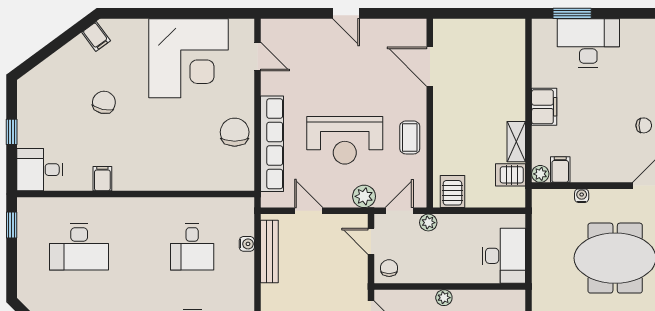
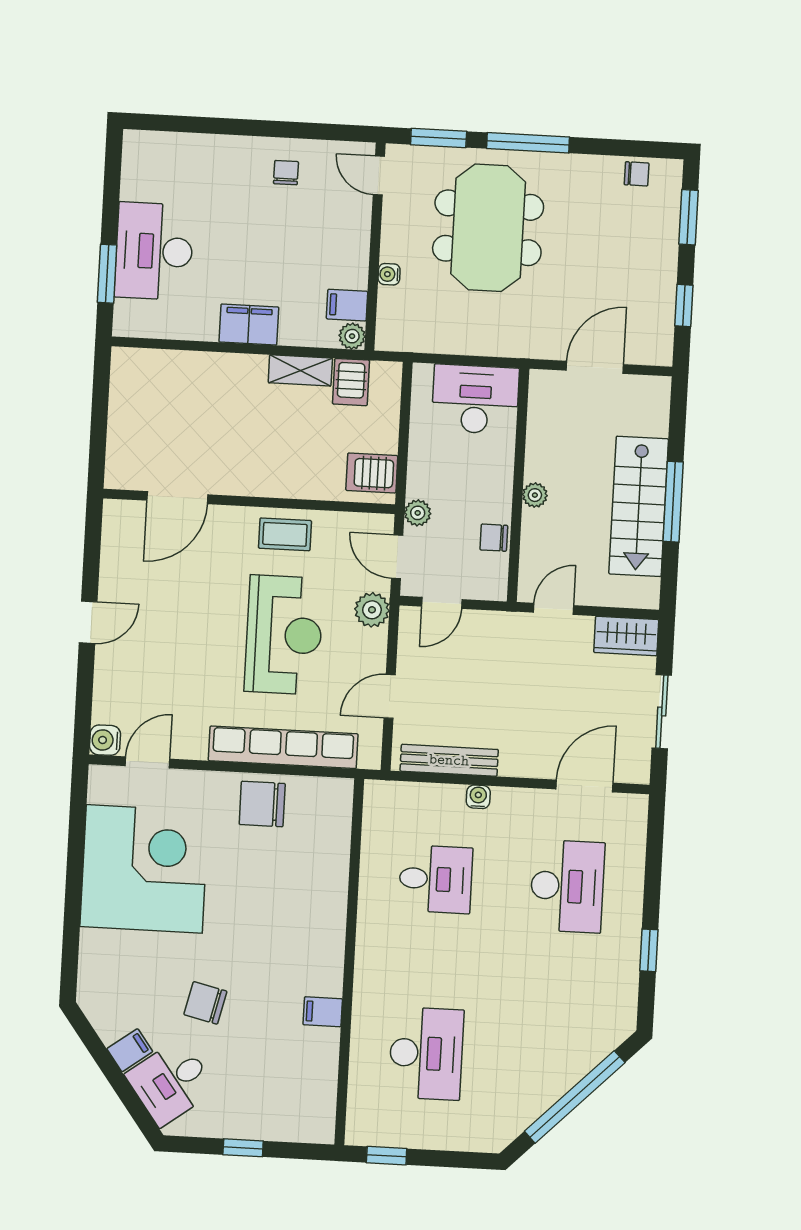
water cooler: (270, 28) -> (105, 740), added
filing cabinet: (96, 36) -> (130, 1050), moved
desk: (40, 170) -> (171, 1082), moved, turned 54
water cooler: (247, 244) -> (478, 797), moved
chair: (389, 268) -> (494, 538), moved

